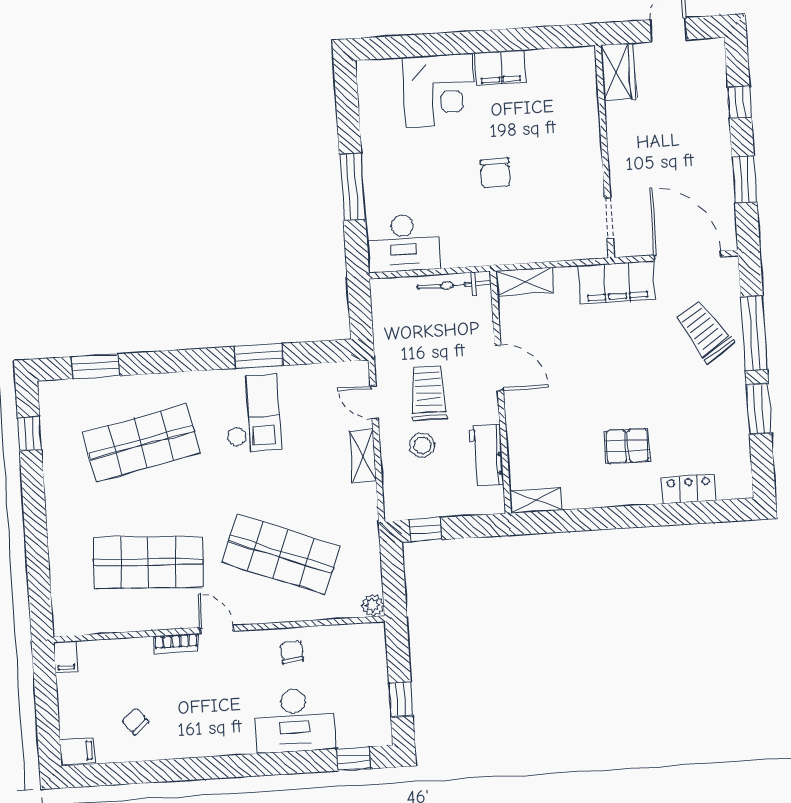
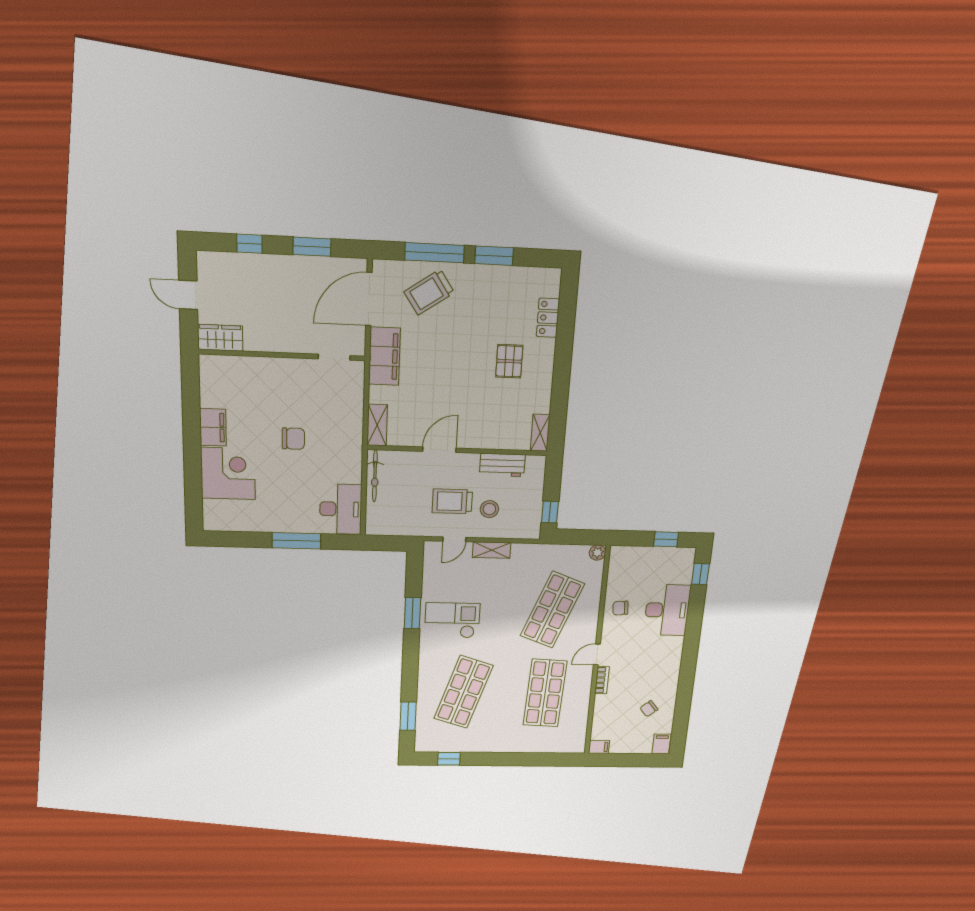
shop shelf: (141, 443) -> (464, 692), turned 30

